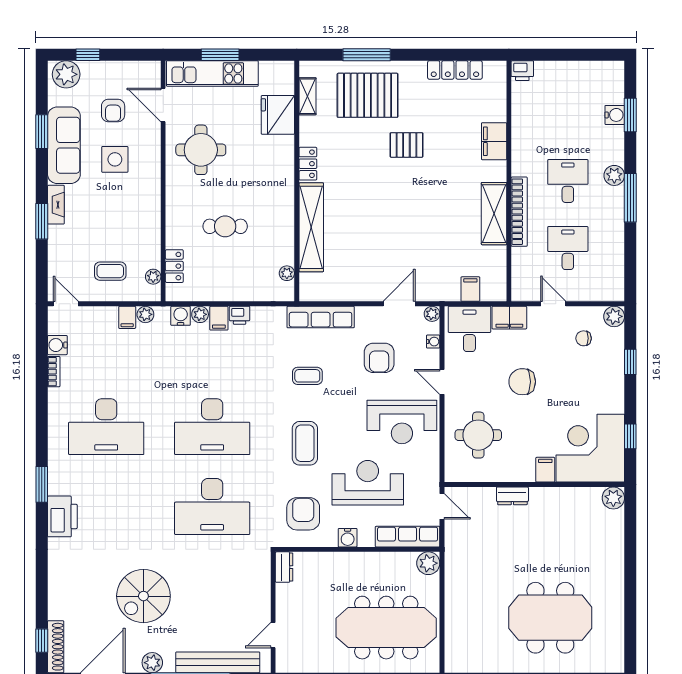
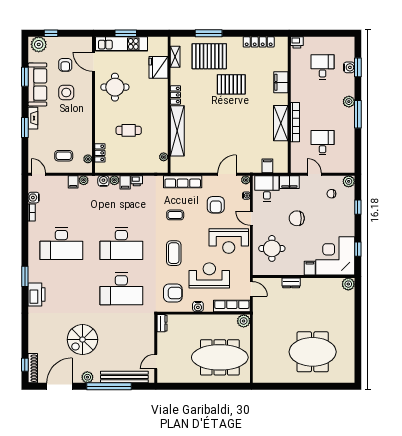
pallet: (406, 145) -> (231, 84), width x1.50, depth x1.42
desk: (568, 181) -> (323, 67), moved
armchair: (303, 514) -> (173, 293), turned 90

